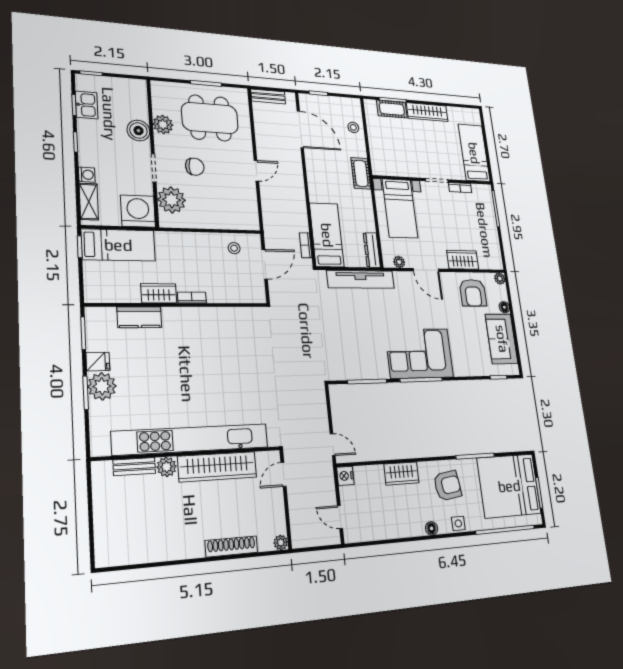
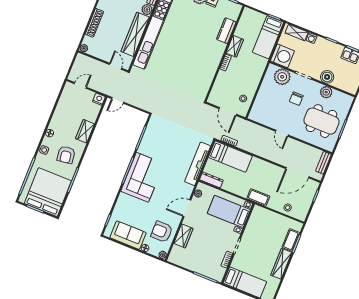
dining table: (210, 118) -> (321, 121), turned 90

